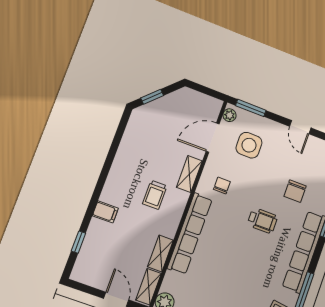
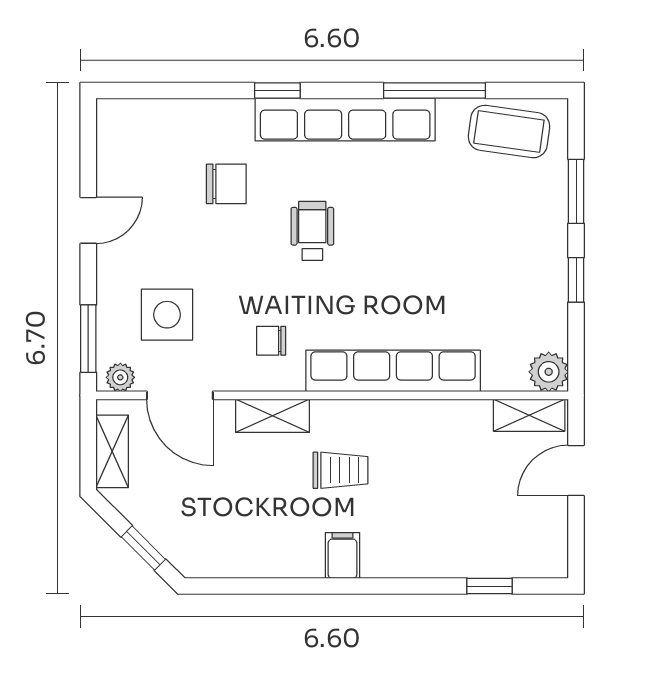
filing cabinet: (105, 212) -> (342, 555), moved
shelving: (161, 253) -> (112, 451), moved, turned 90

